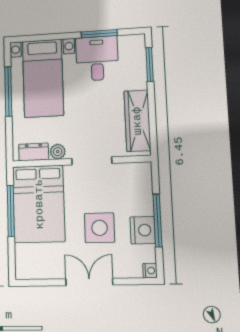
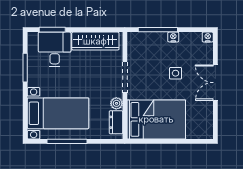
desk: (97, 58) -> (55, 49), moved, turned 90
window: (11, 211) -> (161, 141), removed
window: (157, 220) -> (158, 30), moved
side table: (100, 228) -> (176, 73), width x0.54, depth x0.54
nightstand: (143, 230) -> (173, 37), width x0.53, depth x0.56

